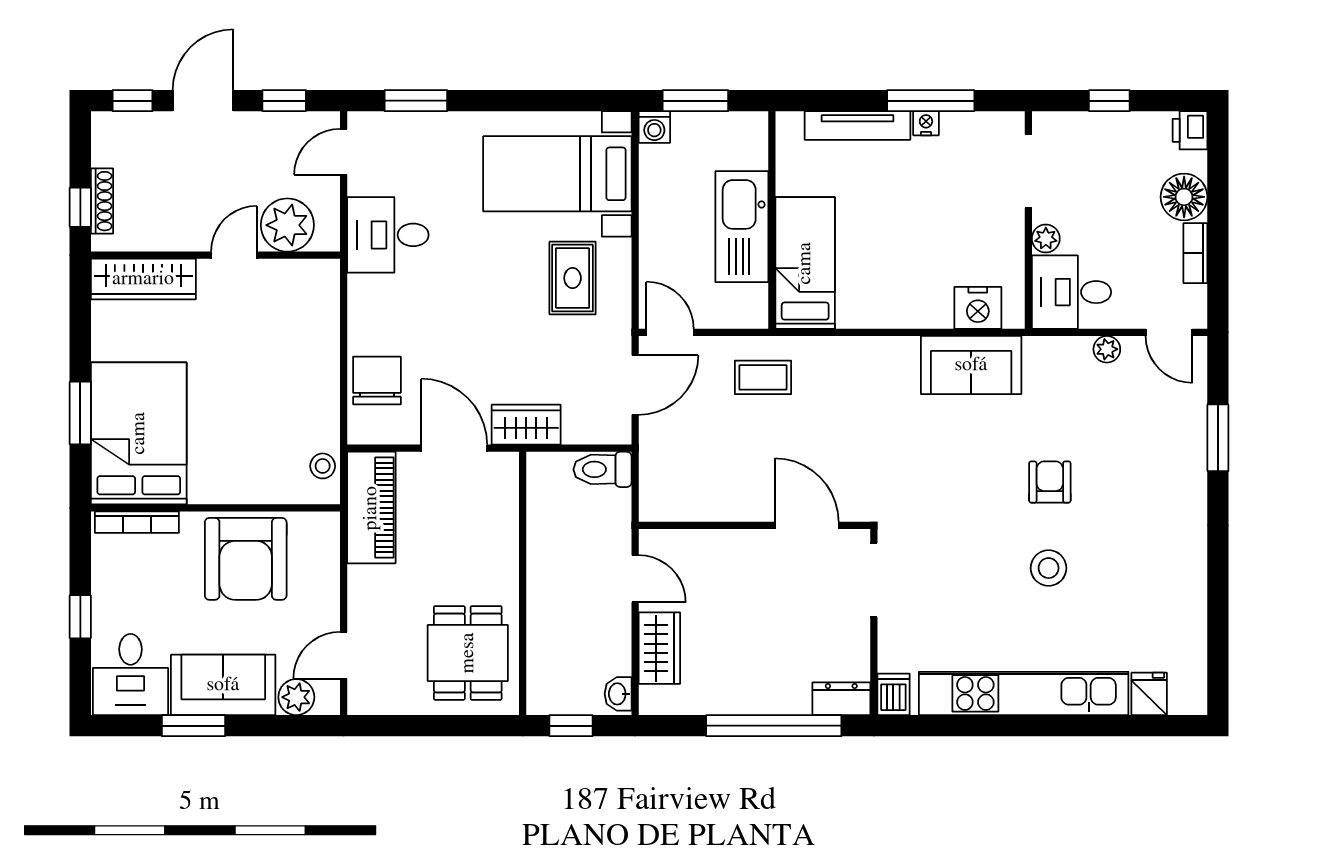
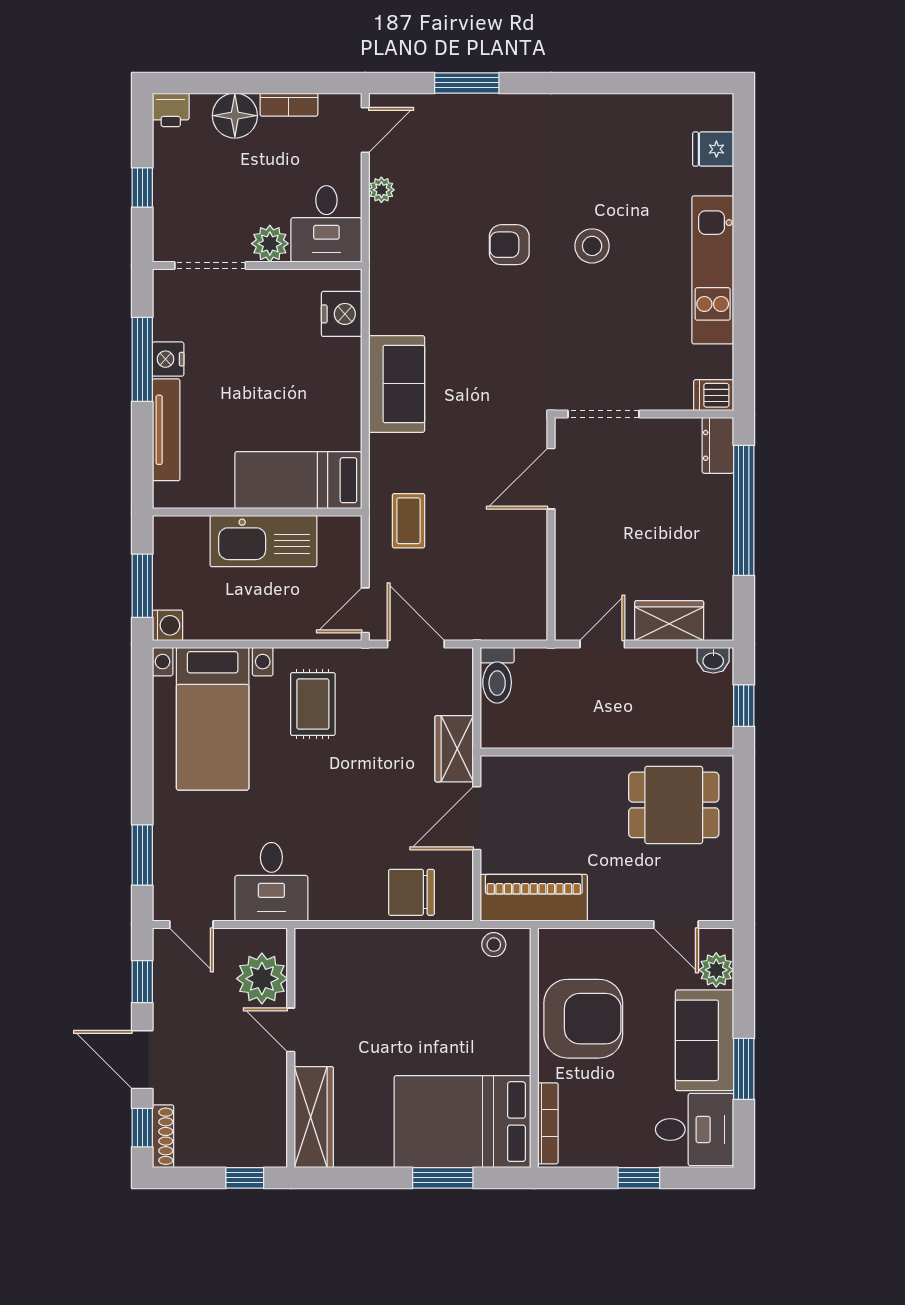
nightstand: (926, 123) -> (168, 359), width x1.39, depth x1.35
shoe rack: (102, 201) -> (163, 1136), moved, turned 90
plant: (1046, 238) -> (270, 244), width x1.38, depth x1.38
rug: (573, 278) -> (313, 704), turned 90
sofa: (971, 365) -> (397, 384), moved
kitchen unit: (1024, 693) -> (713, 270), width x0.73

